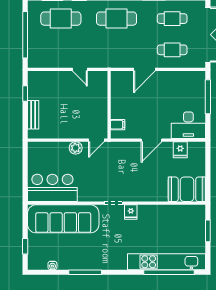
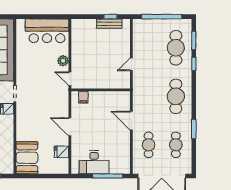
bench: (33, 115) -> (109, 24), moved
desk: (188, 125) -> (94, 162), moved, turned -90
bar counter: (52, 188) -> (47, 31), moved, turned 90

